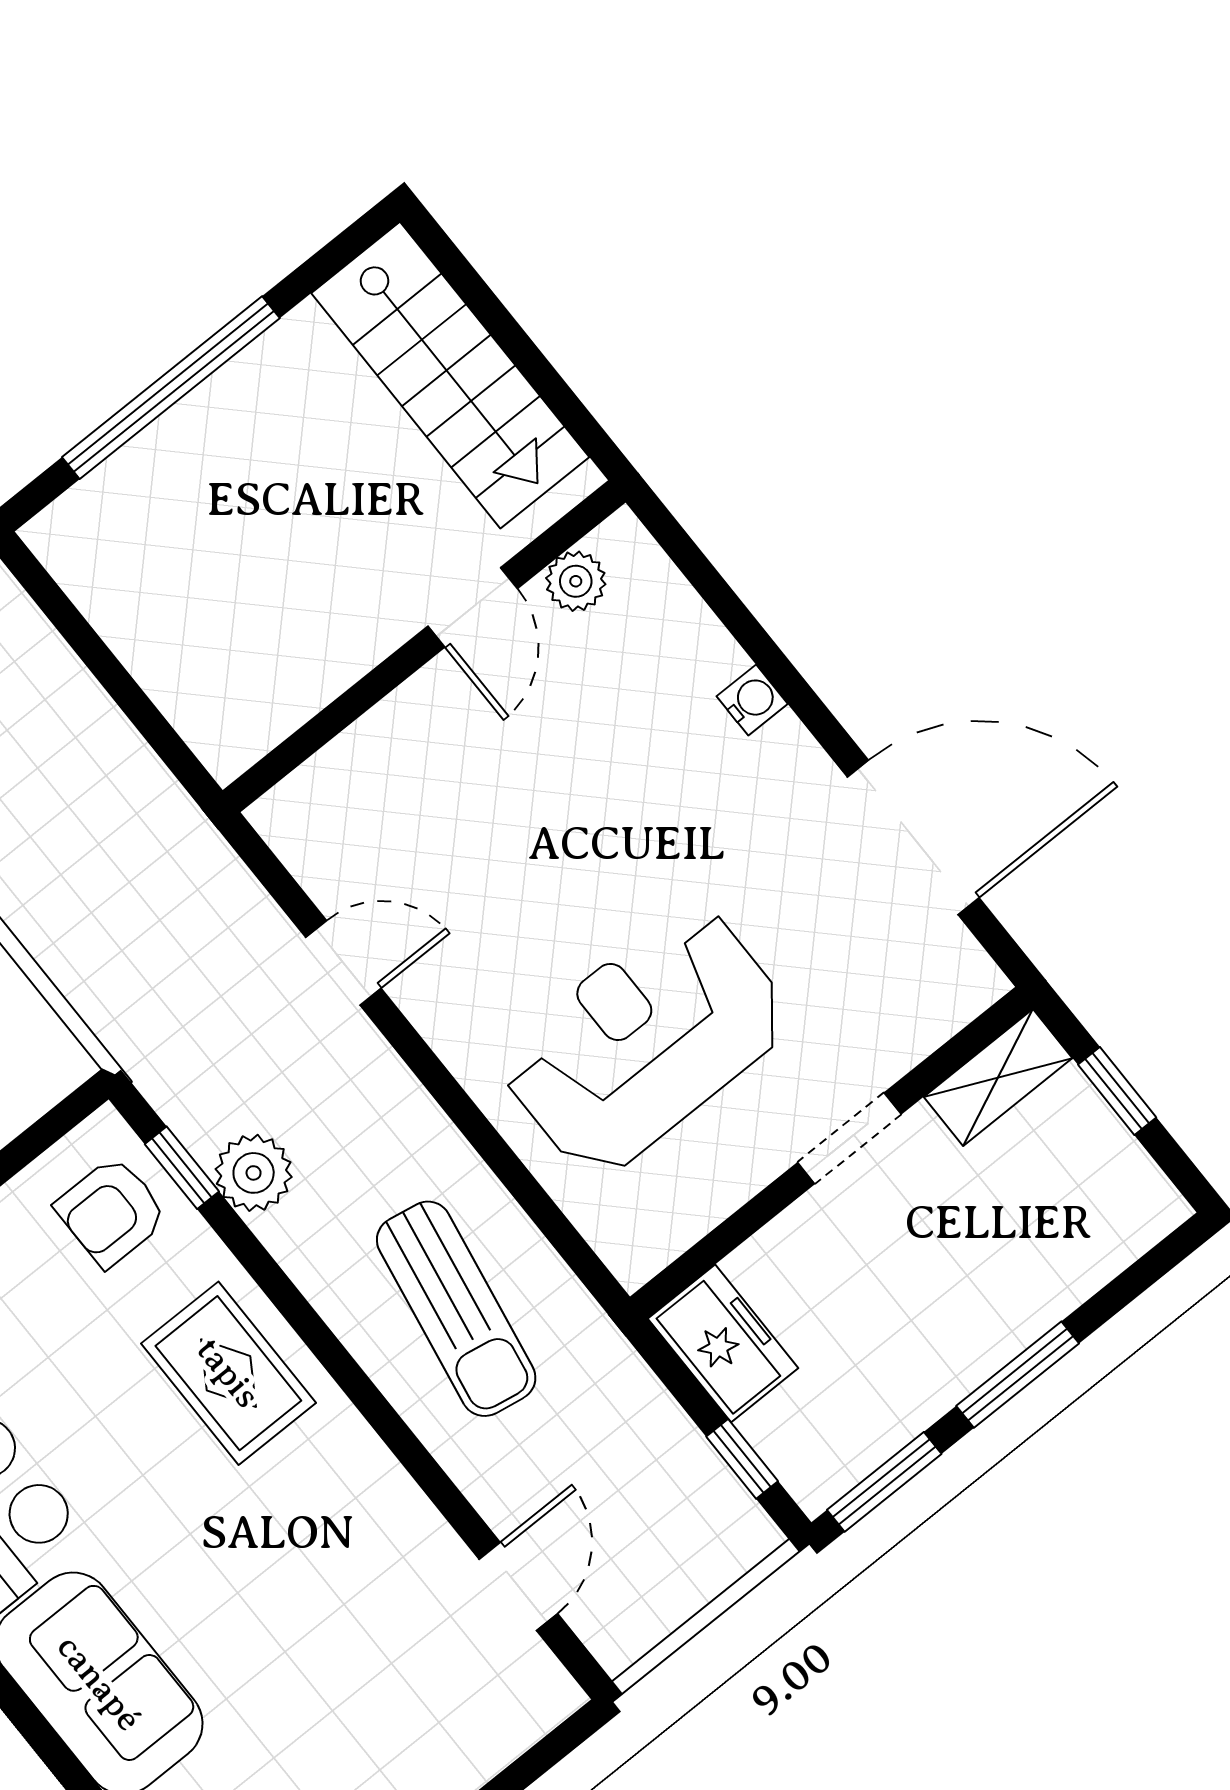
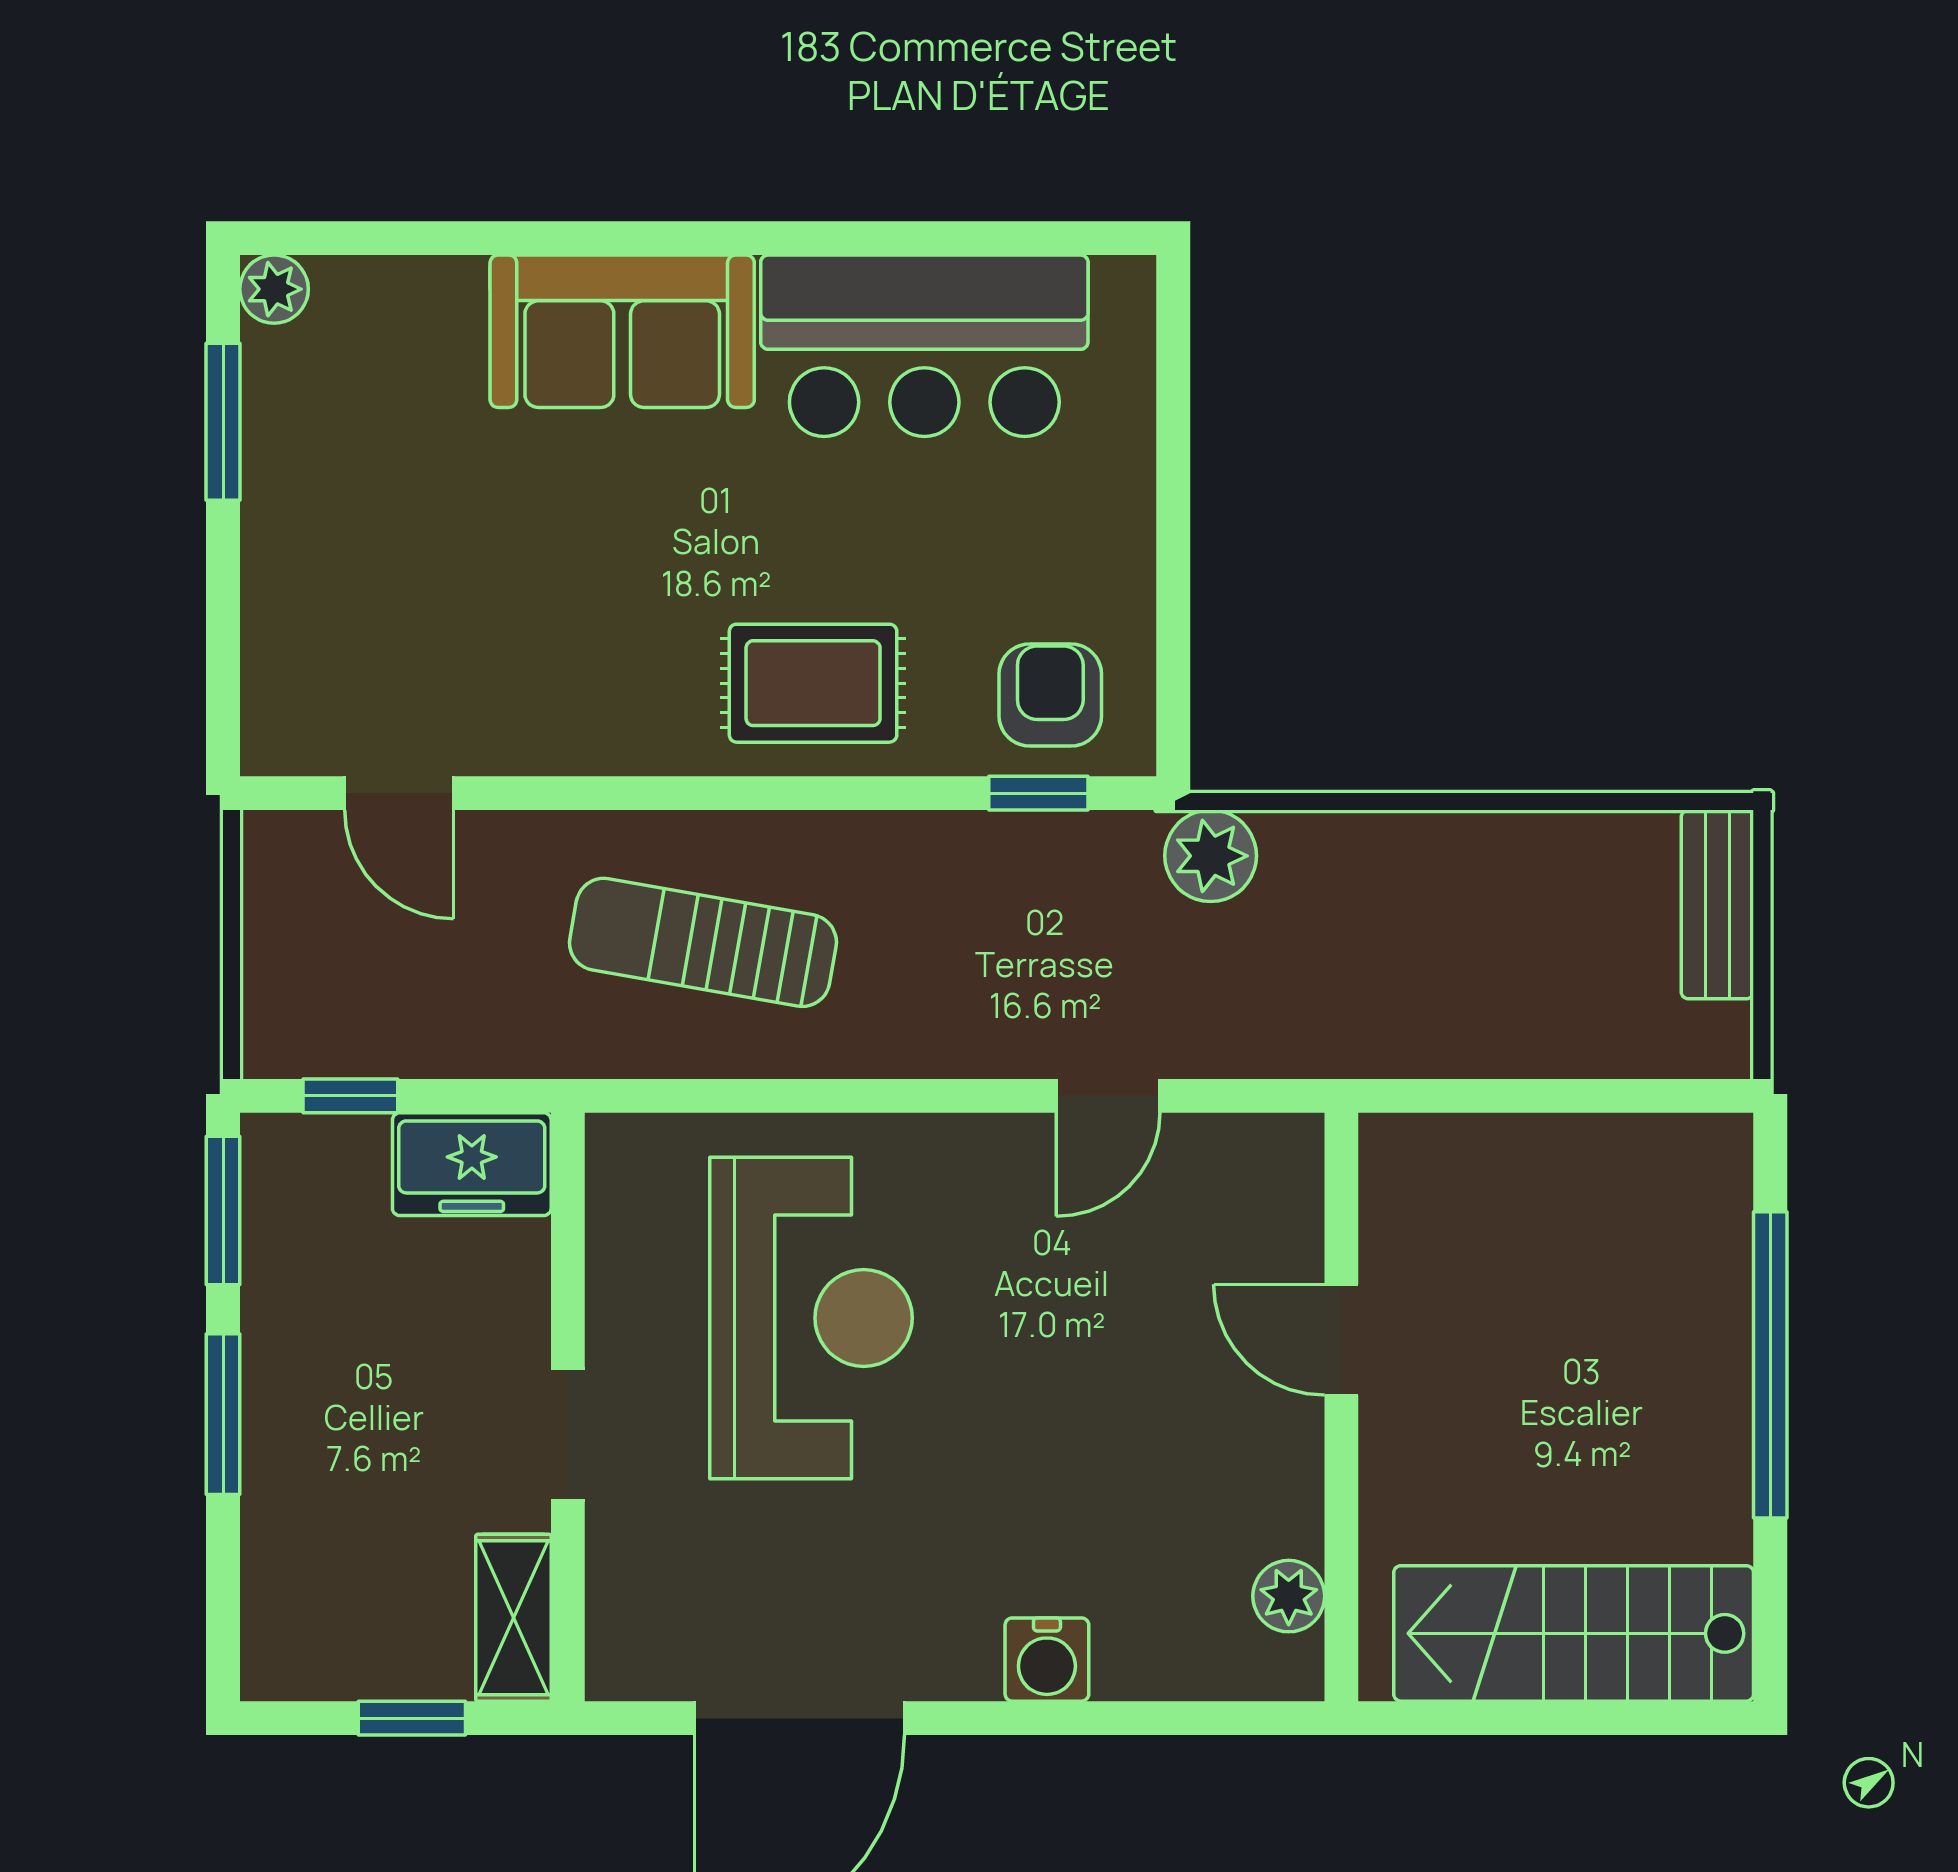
door: (473, 607) -> (1341, 1340), moved
water cooler: (752, 700) -> (1047, 1660), width x1.38, depth x1.38
plant: (254, 1173) -> (1211, 856), moved

